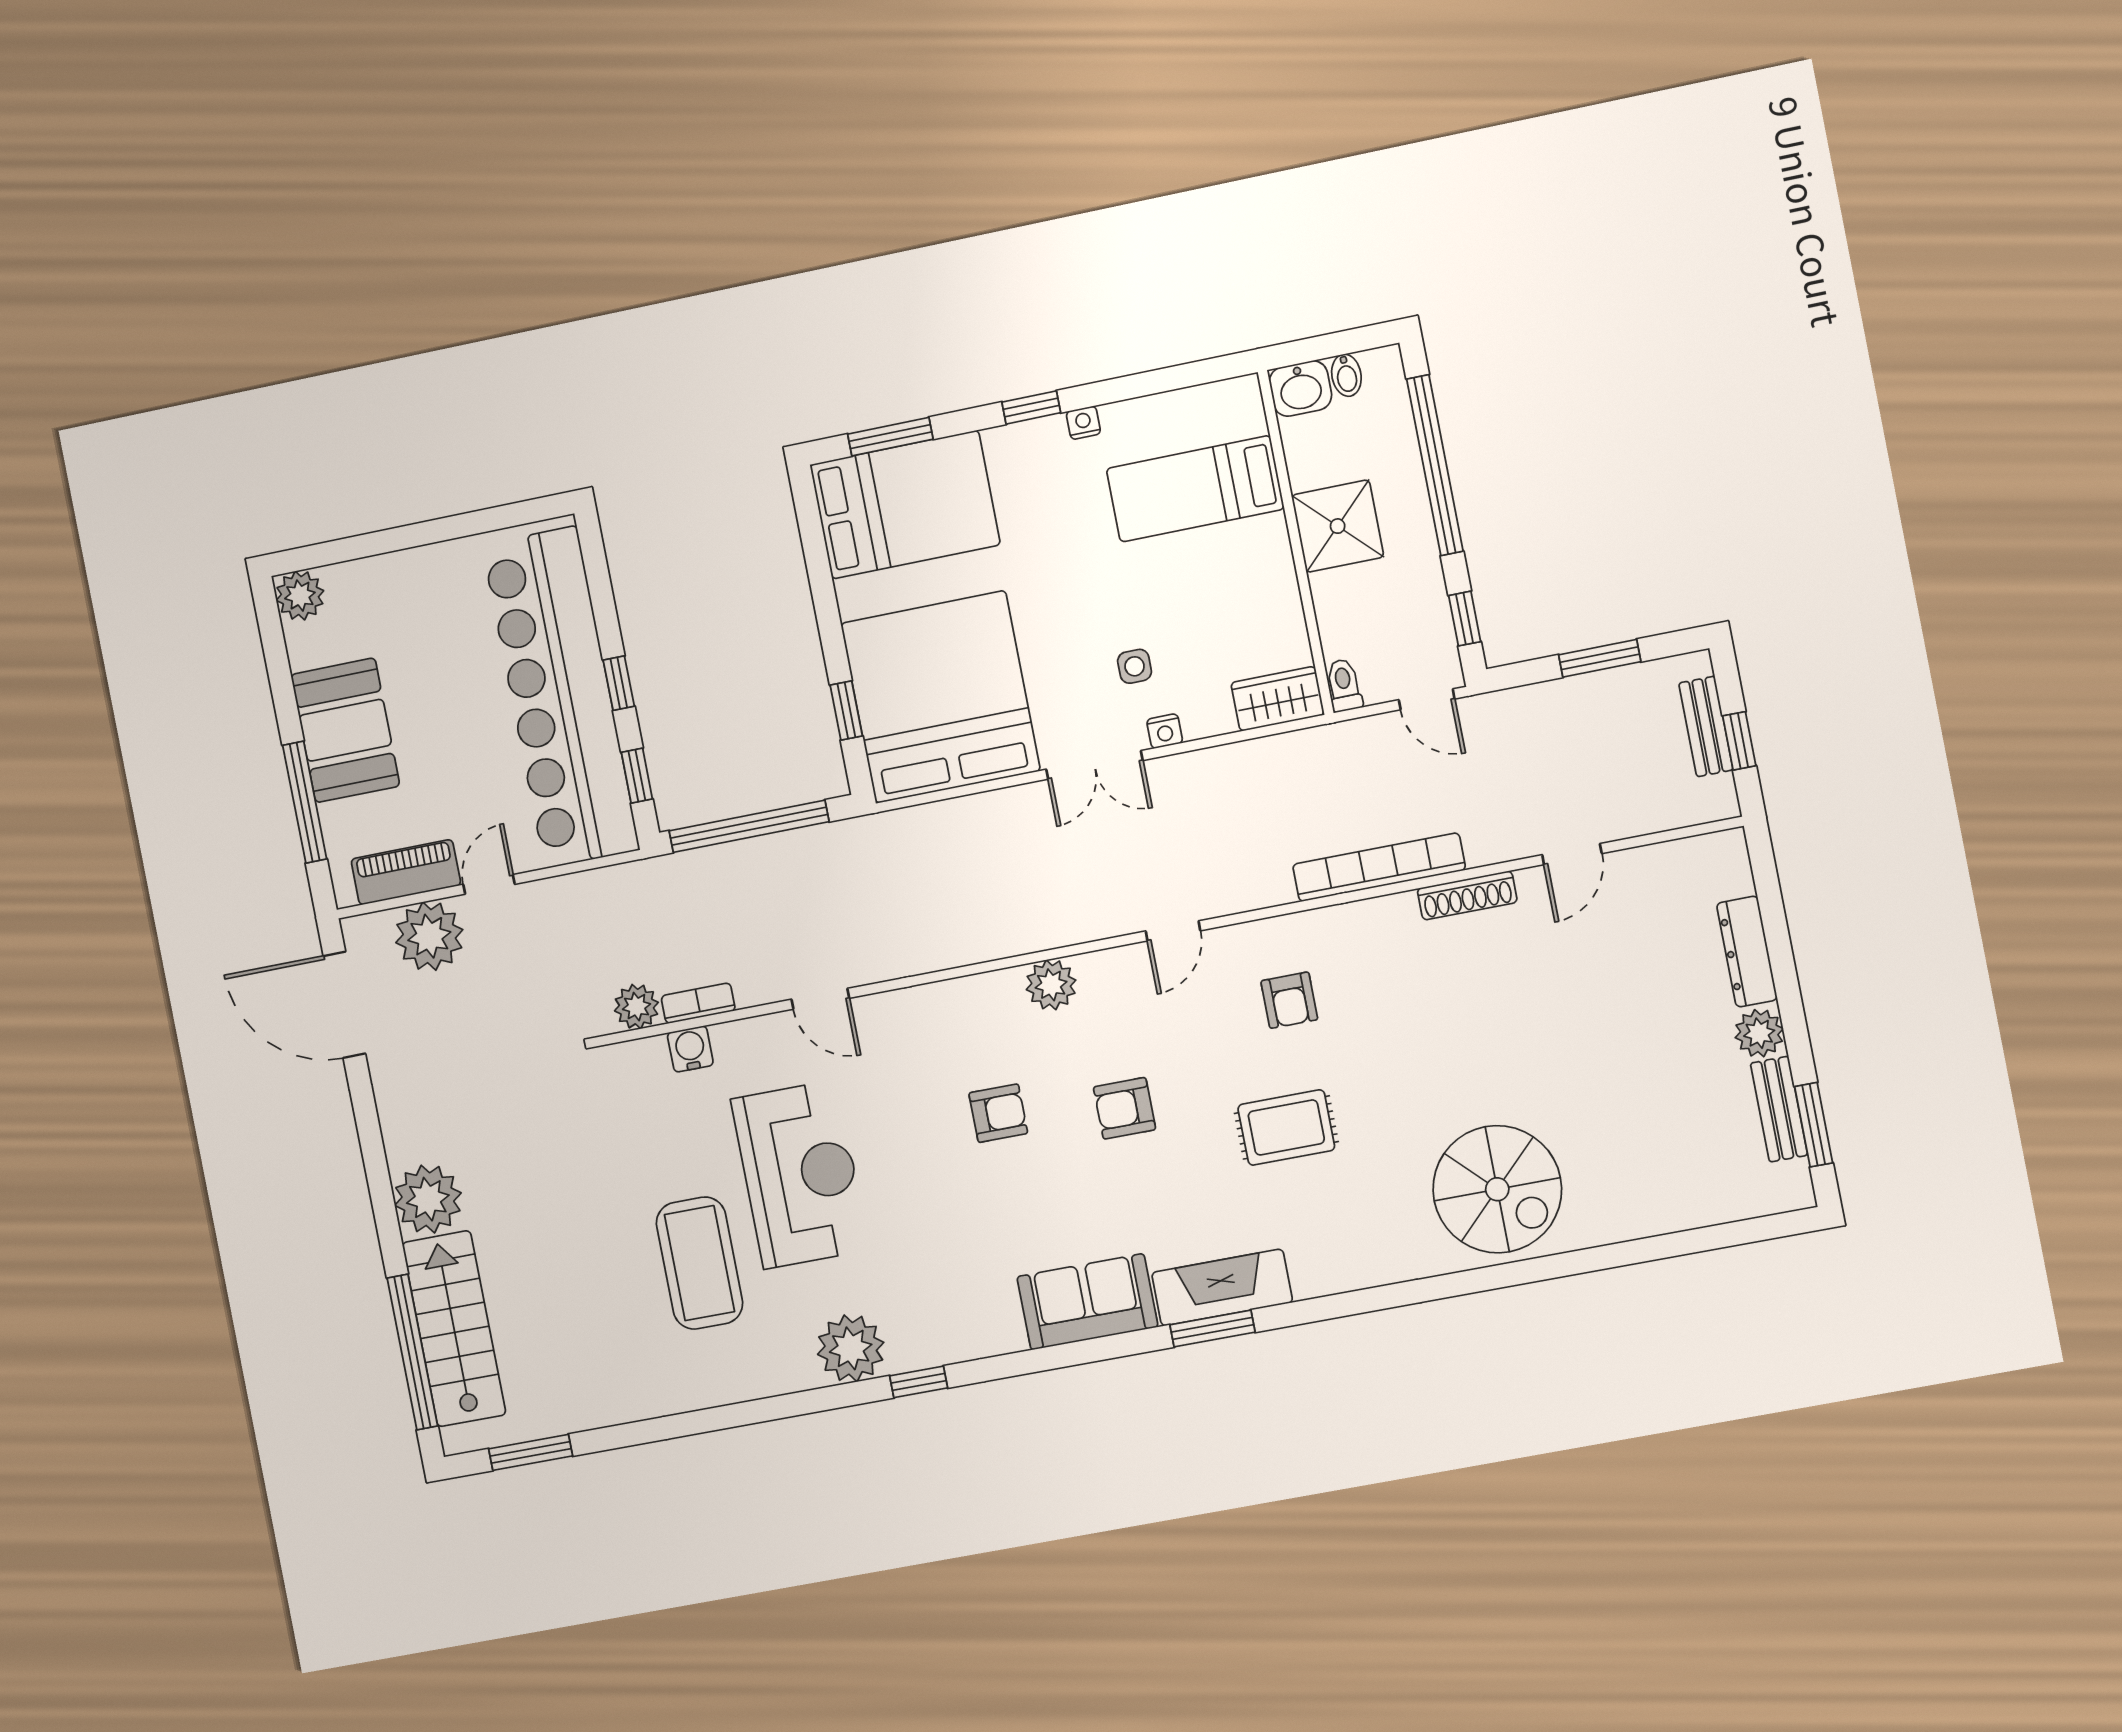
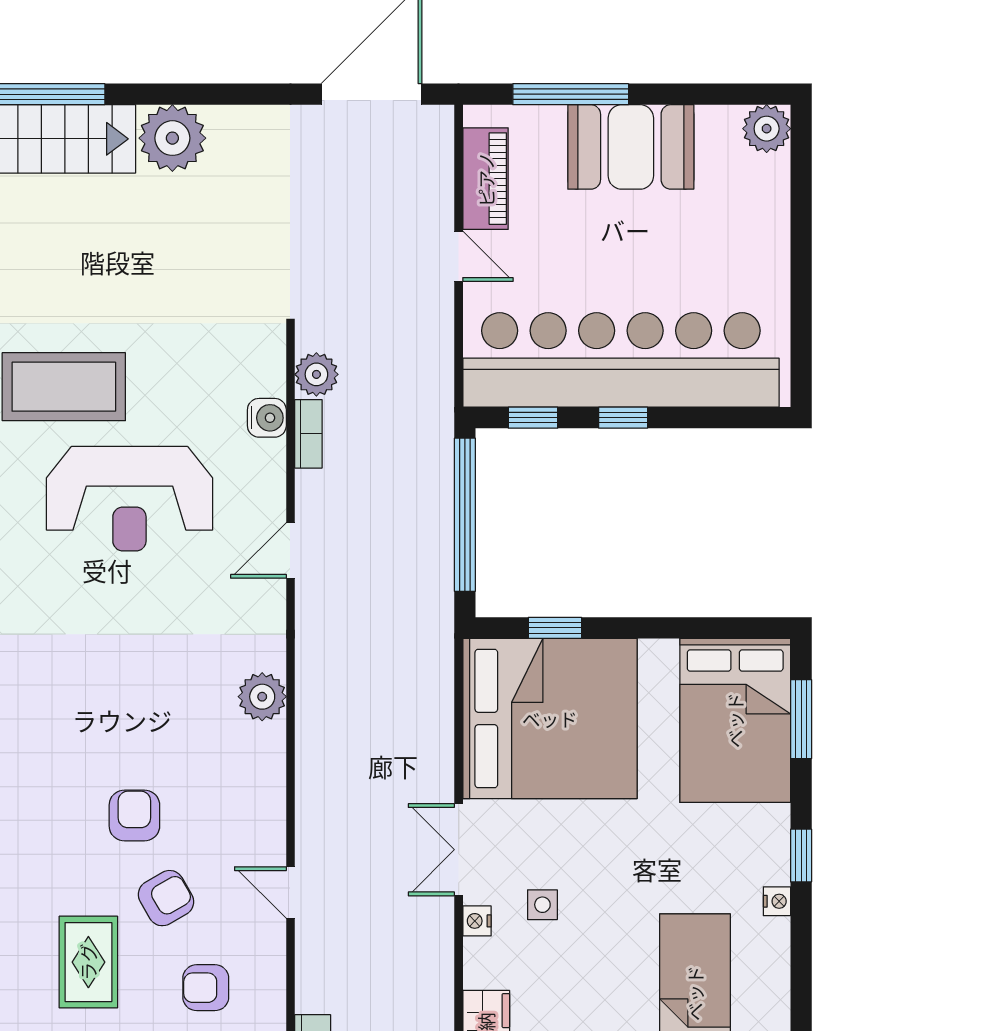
plant: (429, 936) -> (421, 189), removed
plant: (1051, 985) -> (262, 697), moved
armchair: (998, 1113) -> (166, 898), moved, turned -120

